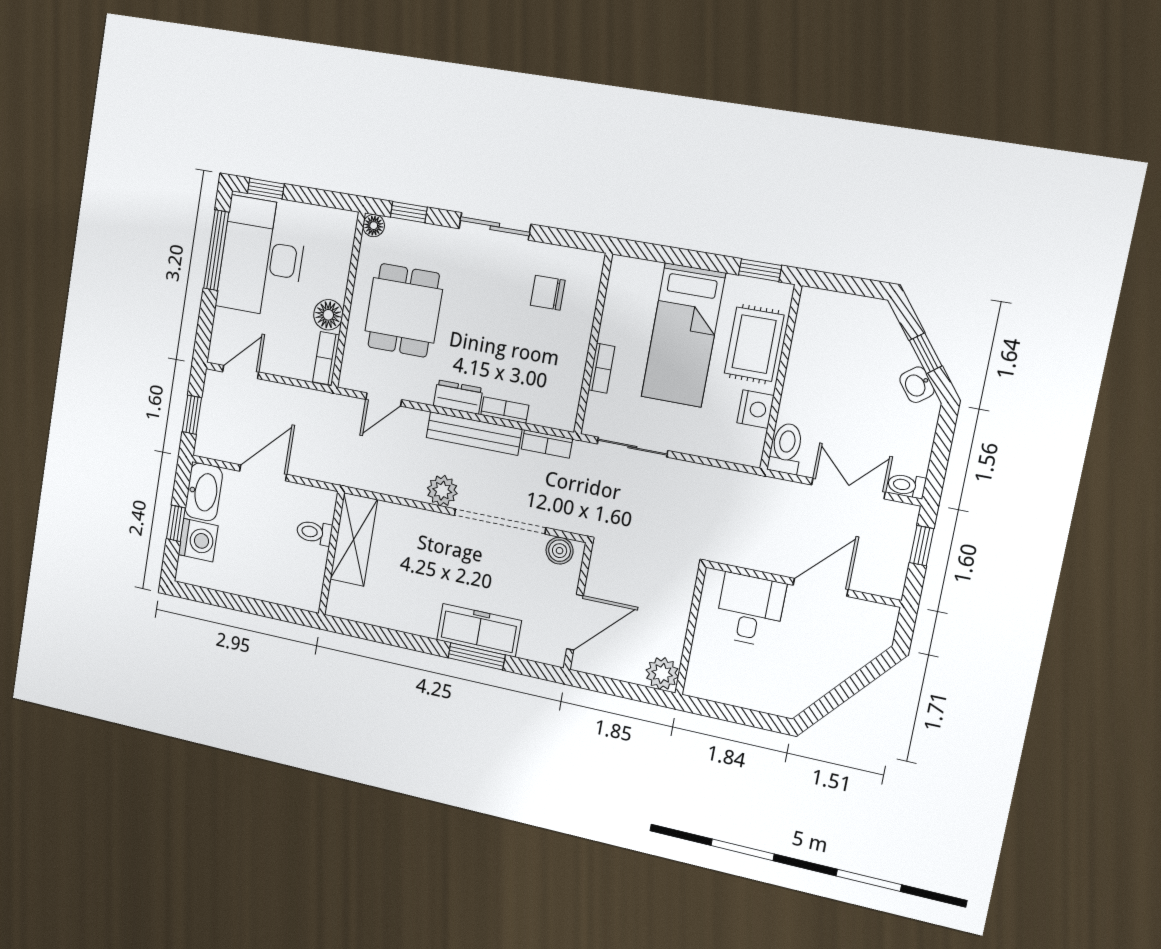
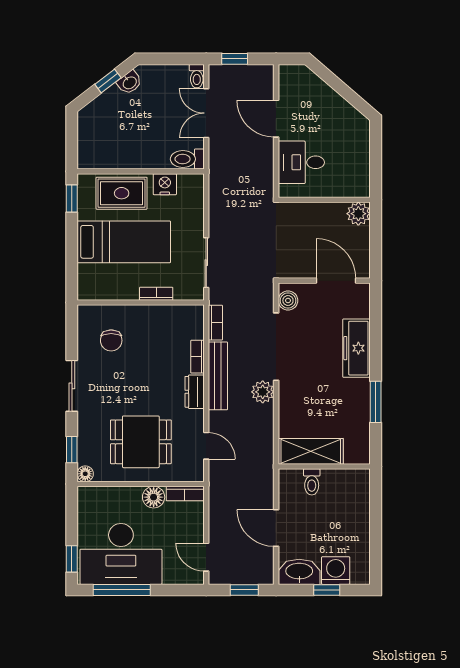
window: (477, 656) -> (376, 402), moved

